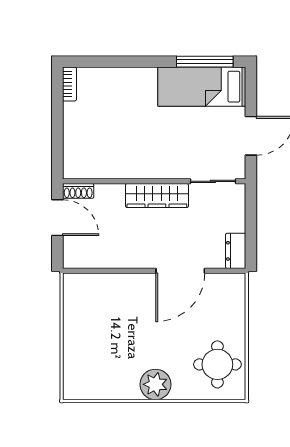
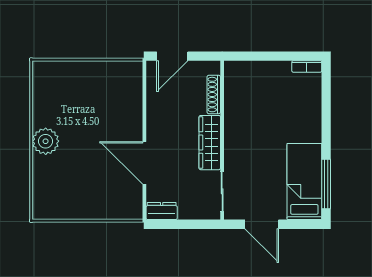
shoe rack: (78, 191) -> (214, 95), moved, width x1.43
door: (57, 218) -> (172, 56), moved
round table: (217, 364) -> (63, 195), removed

